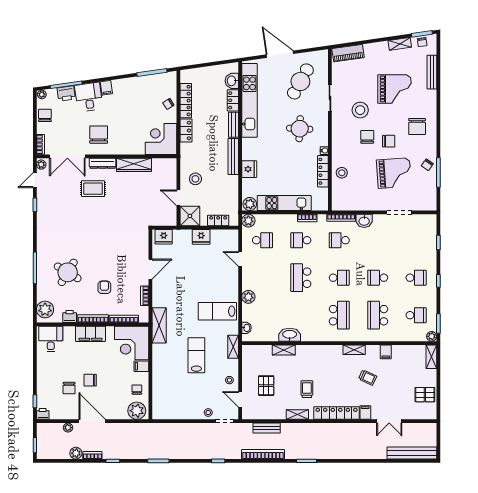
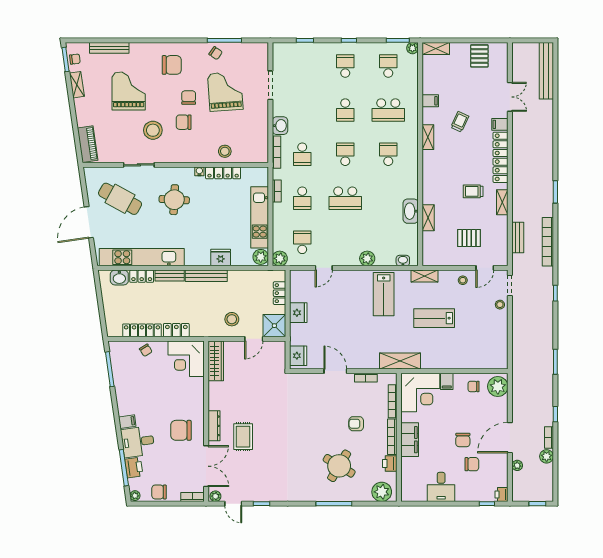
wardrobe: (134, 165) -> (216, 361), moved
school desk: (339, 315) -> (388, 154), width x0.54
desk: (51, 339) -> (441, 487), moved, turned -90

